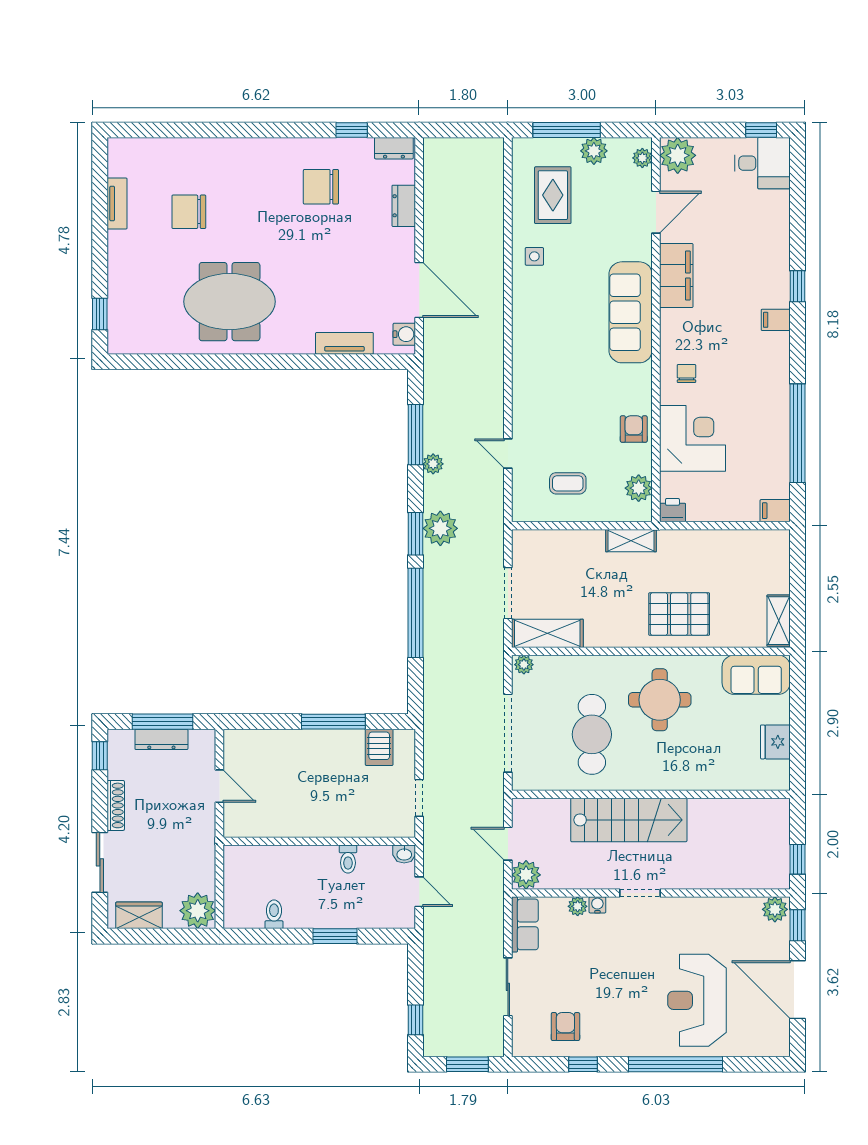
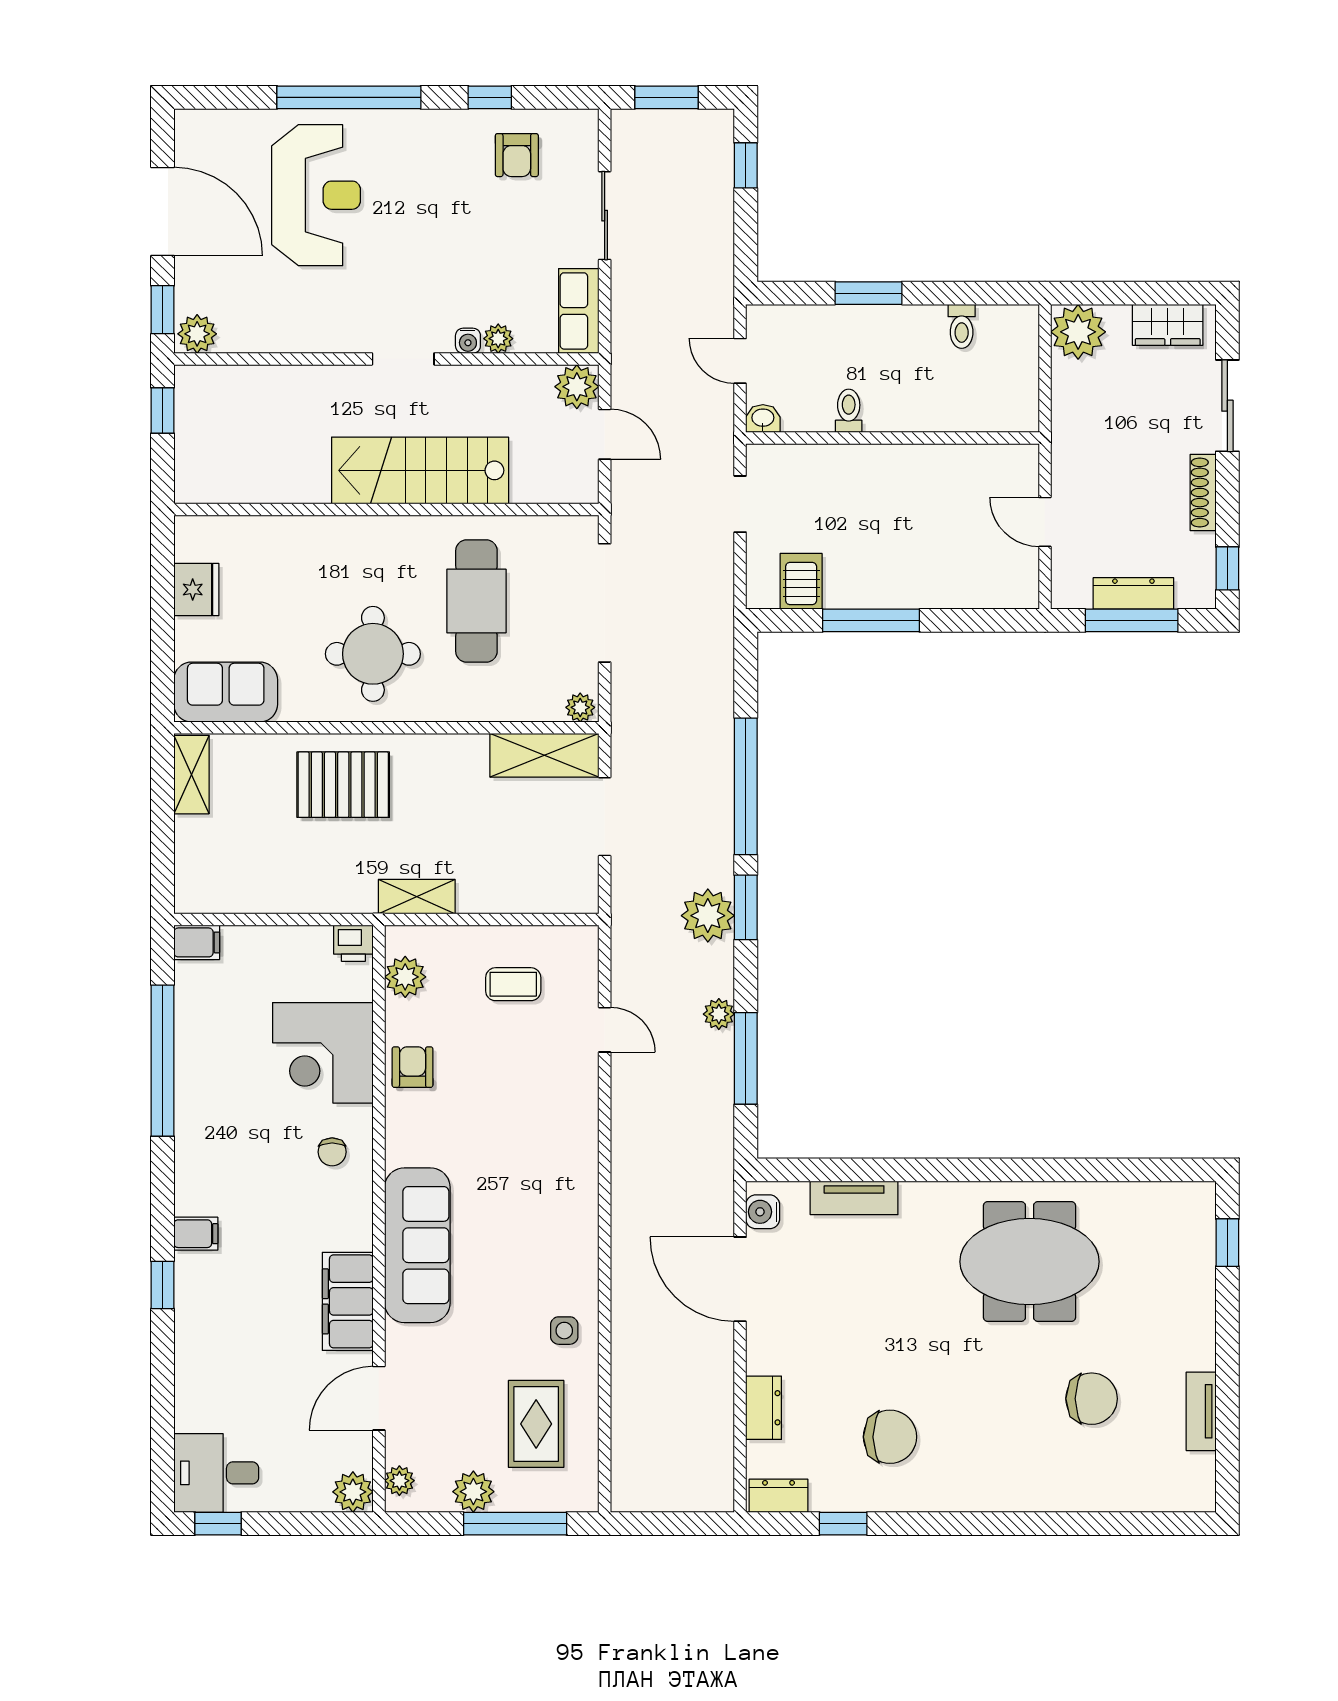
plant: (678, 155) -> (353, 1492), width x0.73, depth x0.73
armchair: (634, 429) -> (413, 1067), turned 180

